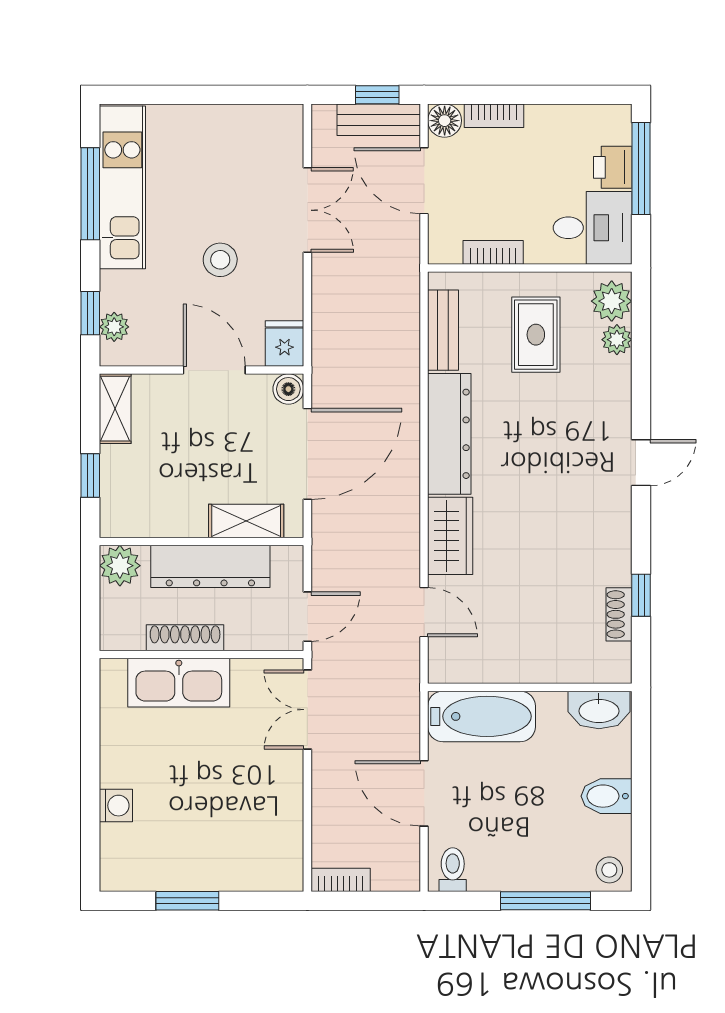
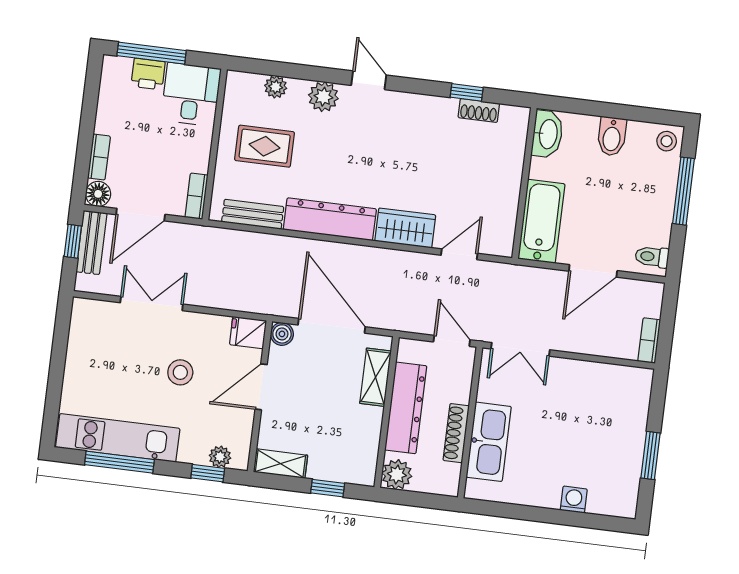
bookcase: (493, 252) -> (197, 196), moved
plant: (612, 301) -> (323, 97), moved

